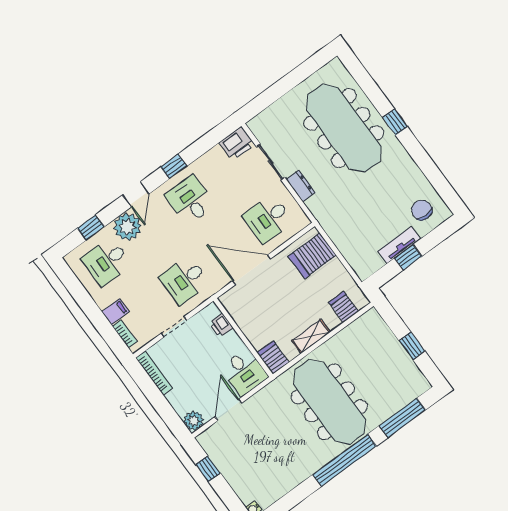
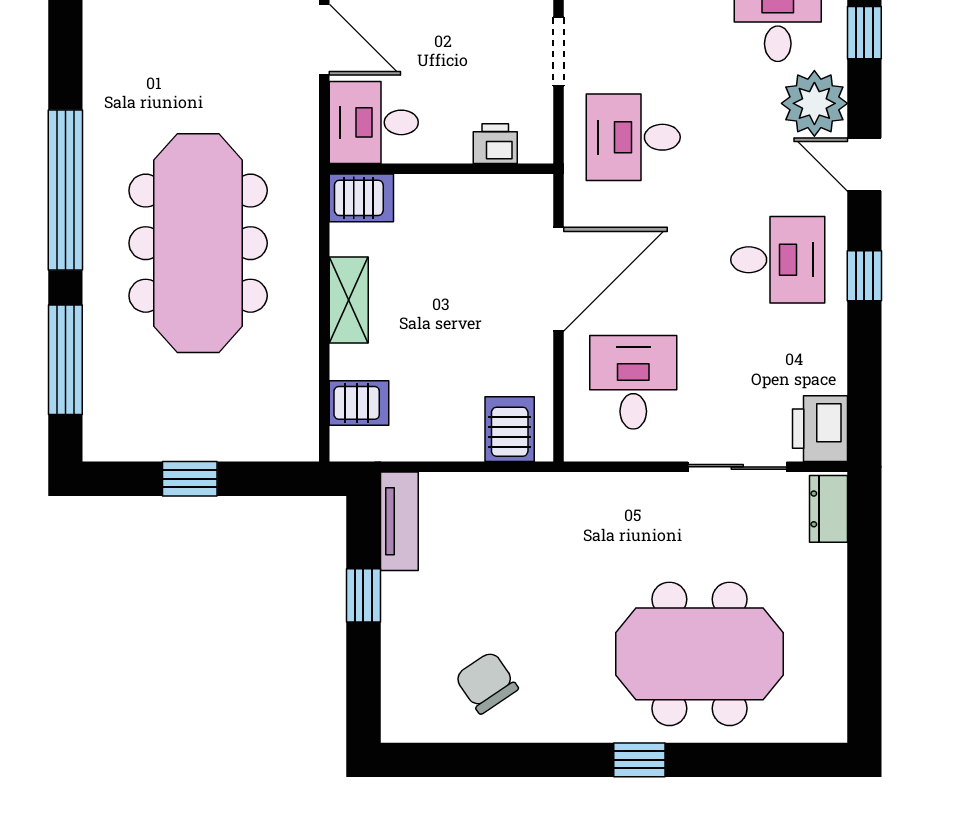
meeting table: (344, 128) -> (699, 654), width x0.73
dresser: (301, 186) -> (829, 509), moved, turned 90
chair: (422, 210) -> (487, 683), moved, turned -124
tv unit: (399, 245) -> (399, 521), moved
server rack: (312, 256) -> (510, 429), width x0.73, depth x0.70
desk: (184, 280) -> (633, 137), turned -90
meeting table: (329, 402) -> (198, 243), turned 90

